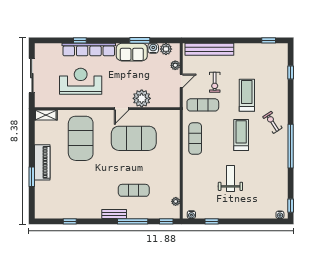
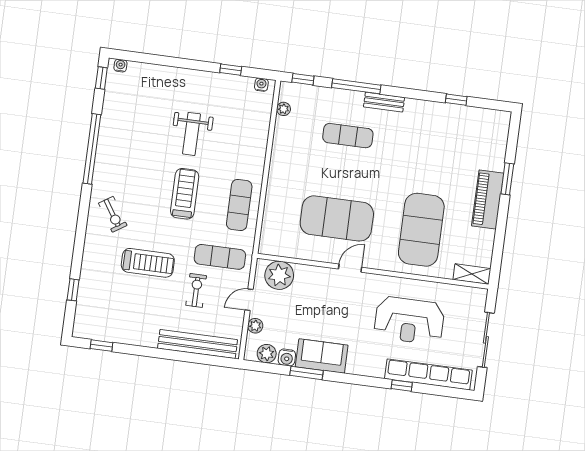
row of seats: (89, 50) -> (428, 374), moved
treadmill: (247, 95) -> (148, 263), turned -90
plant: (142, 98) -> (279, 275), moved
treadmill: (241, 135) -> (185, 194), moved, turned 180
window: (291, 146) -> (92, 149), moved

